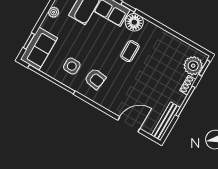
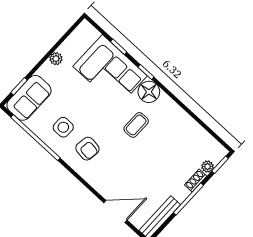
plant: (193, 66) -> (207, 166), width x0.53, depth x0.53

